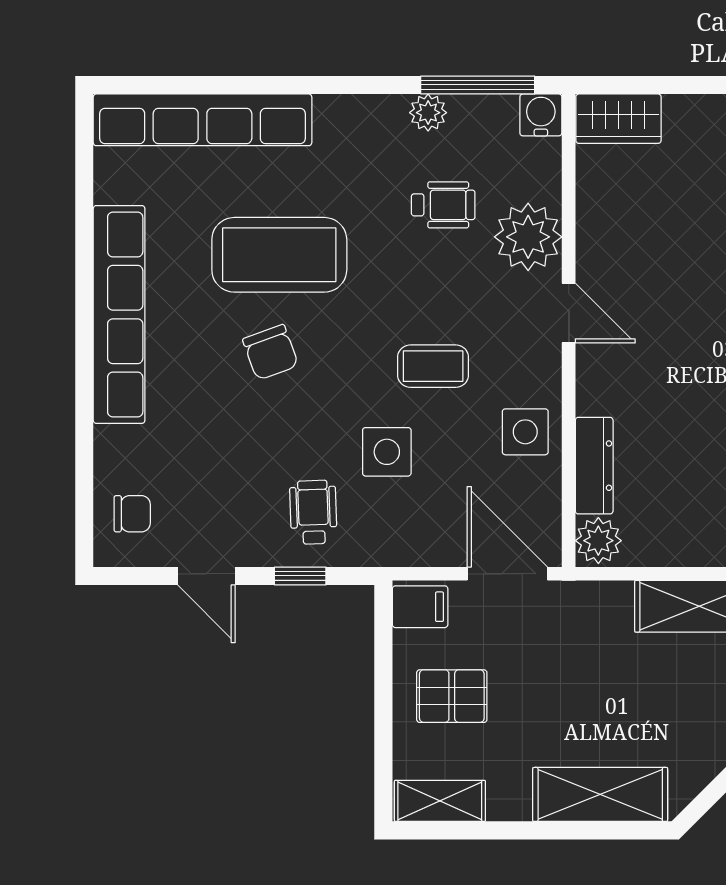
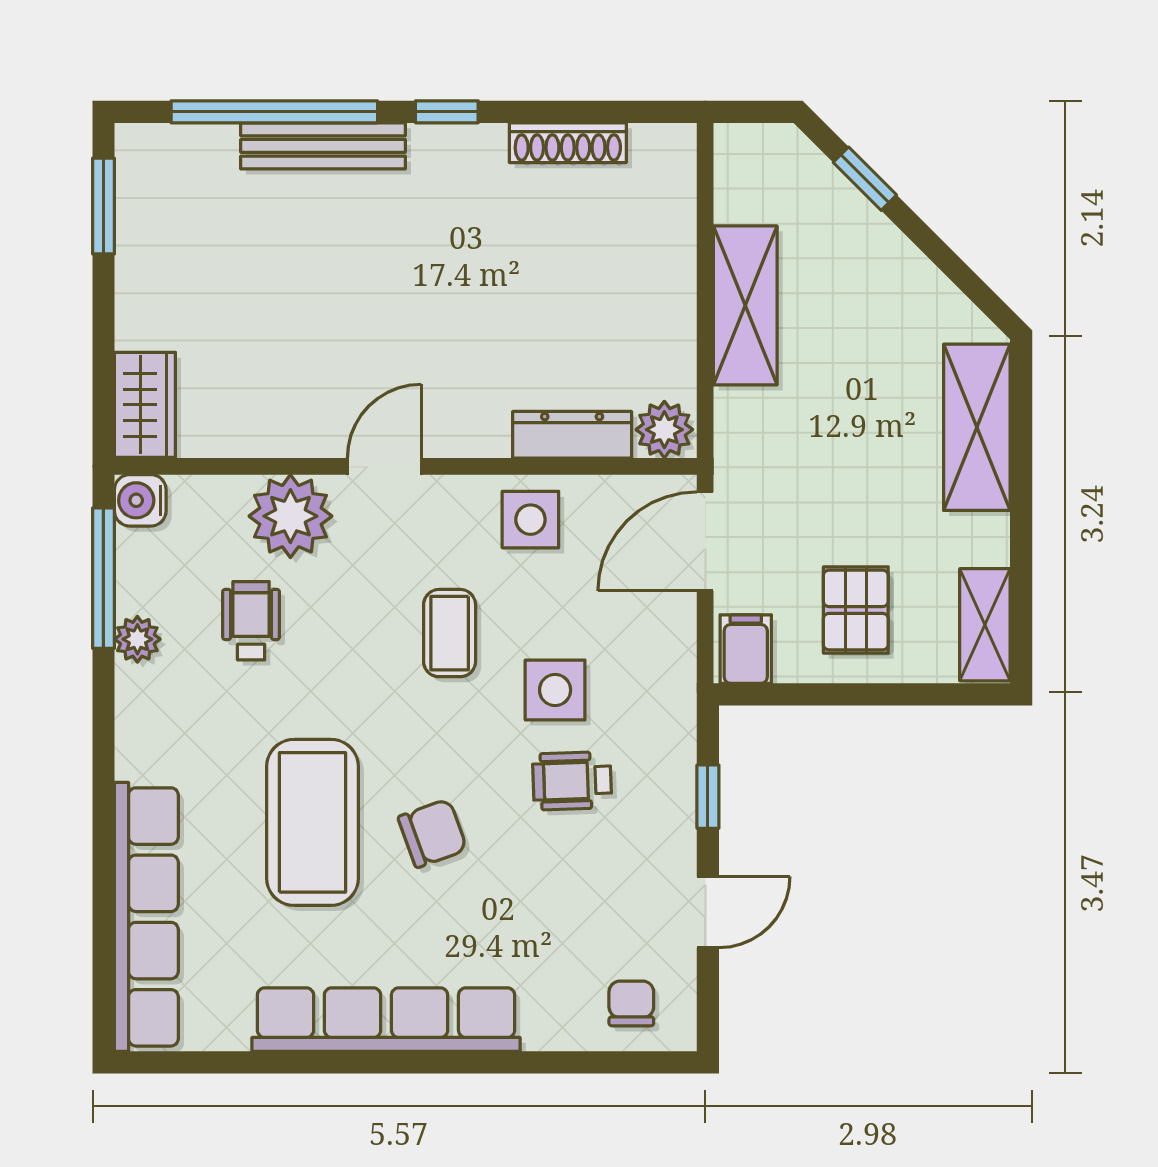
wheelchair: (313, 512) -> (572, 781), moved

